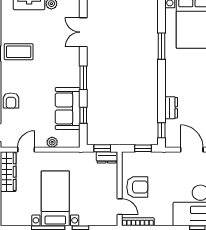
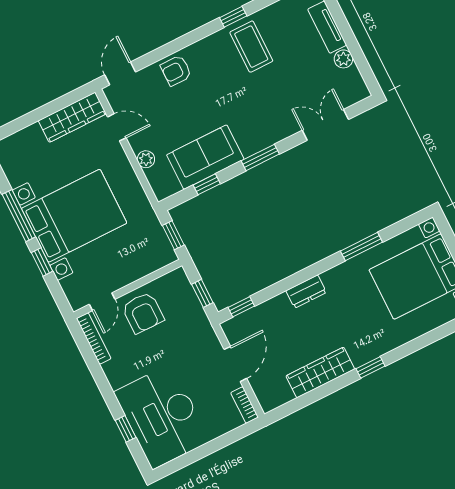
dresser: (171, 108) -> (306, 292), moved
dresser: (107, 157) -> (163, 248), removed
bed with nightstands: (55, 198) -> (74, 216), width x1.36

